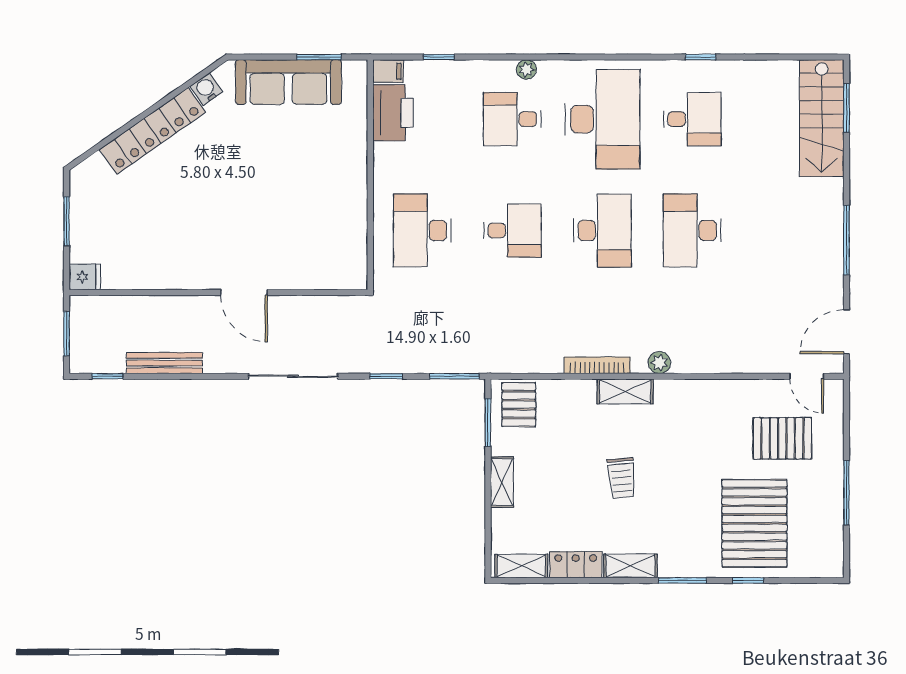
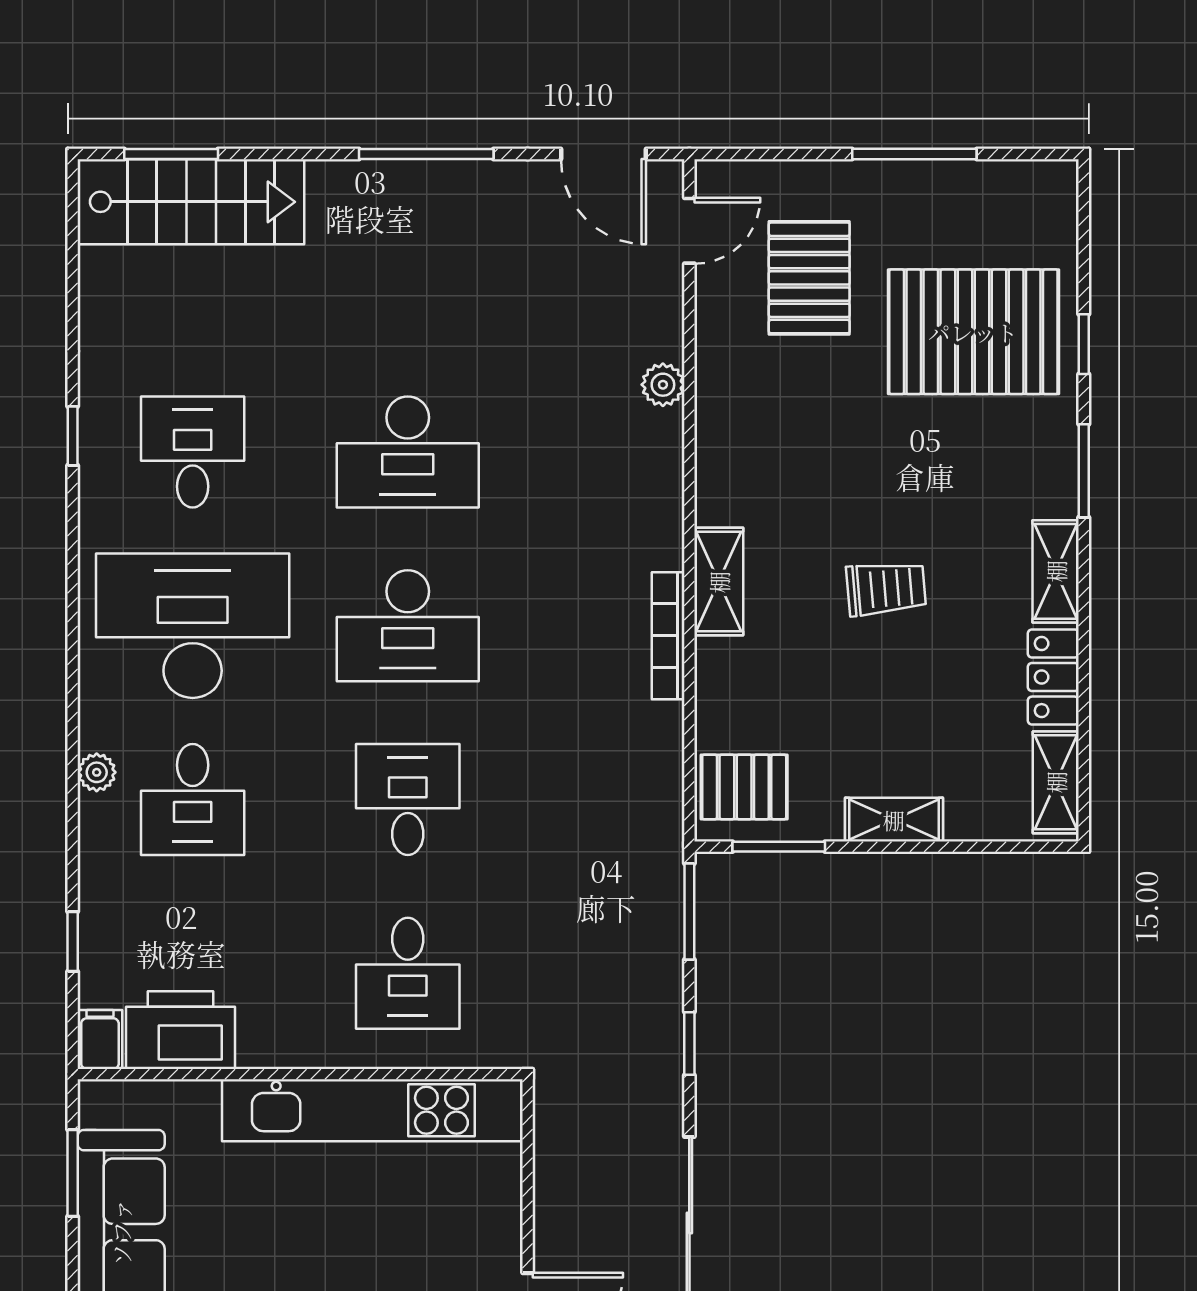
kitchen unit: (351, 212) -> (372, 1110), added
desk: (422, 230) -> (408, 973), width x0.73
desk: (602, 230) -> (408, 626), turned 180
plant: (659, 363) -> (663, 385), moved

